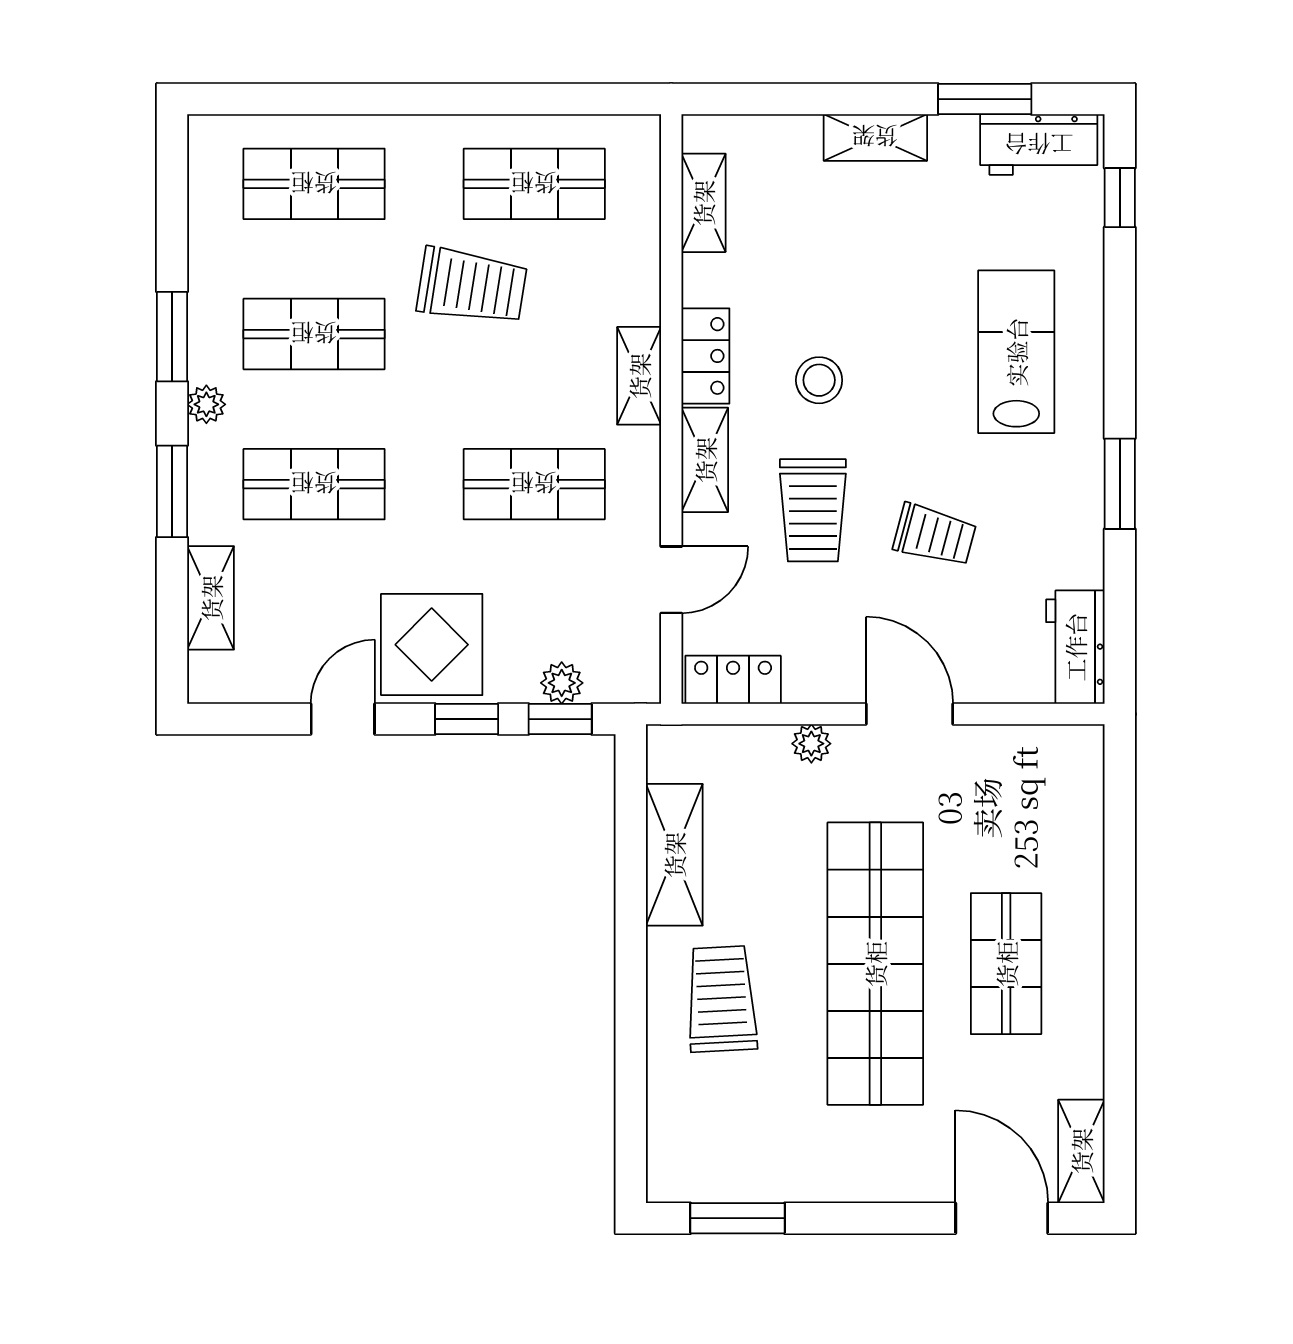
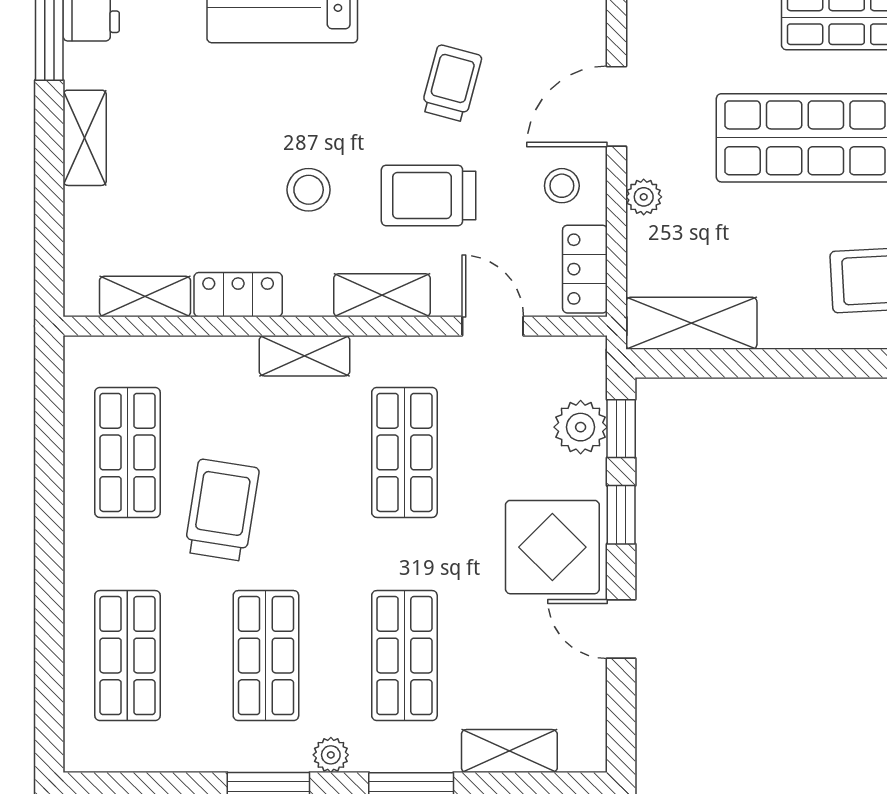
locker: (705, 356) -> (238, 295), moved
trolley: (813, 510) -> (429, 195), turned 180
stool: (823, 655) -> (562, 186), added
plant: (562, 683) -> (581, 427), width x1.38, depth x1.38
shelving: (674, 855) -> (691, 323), moved

